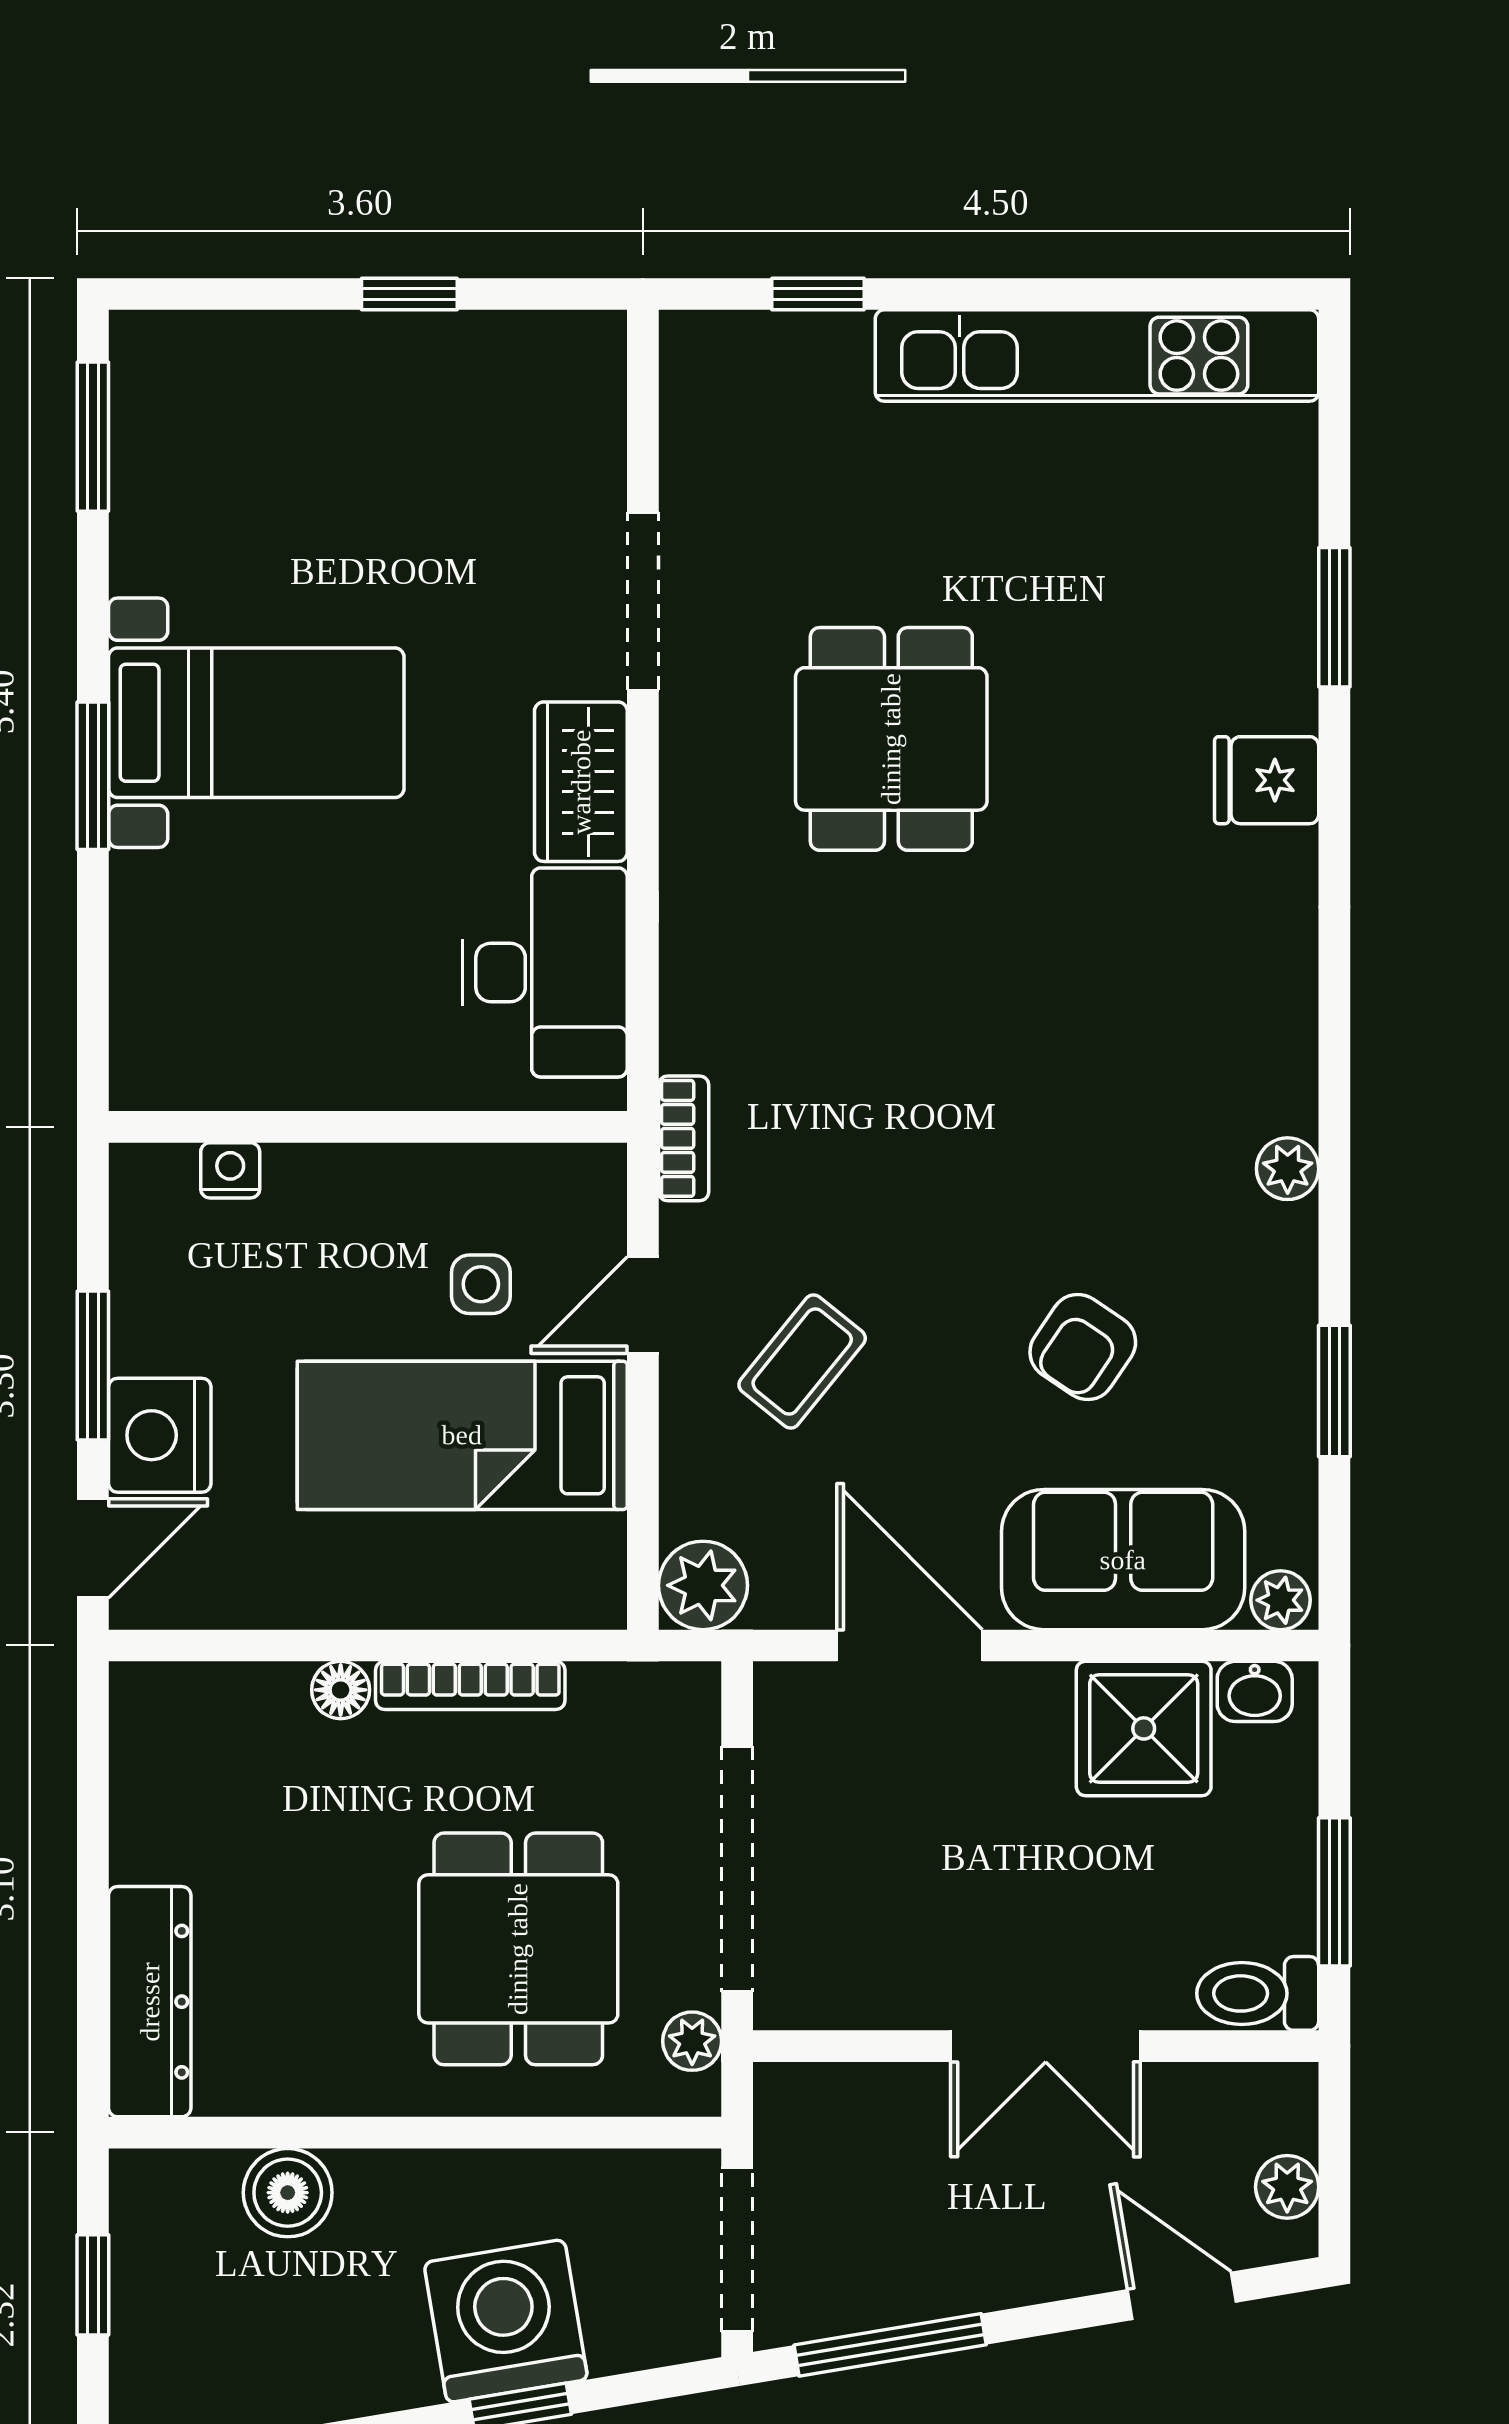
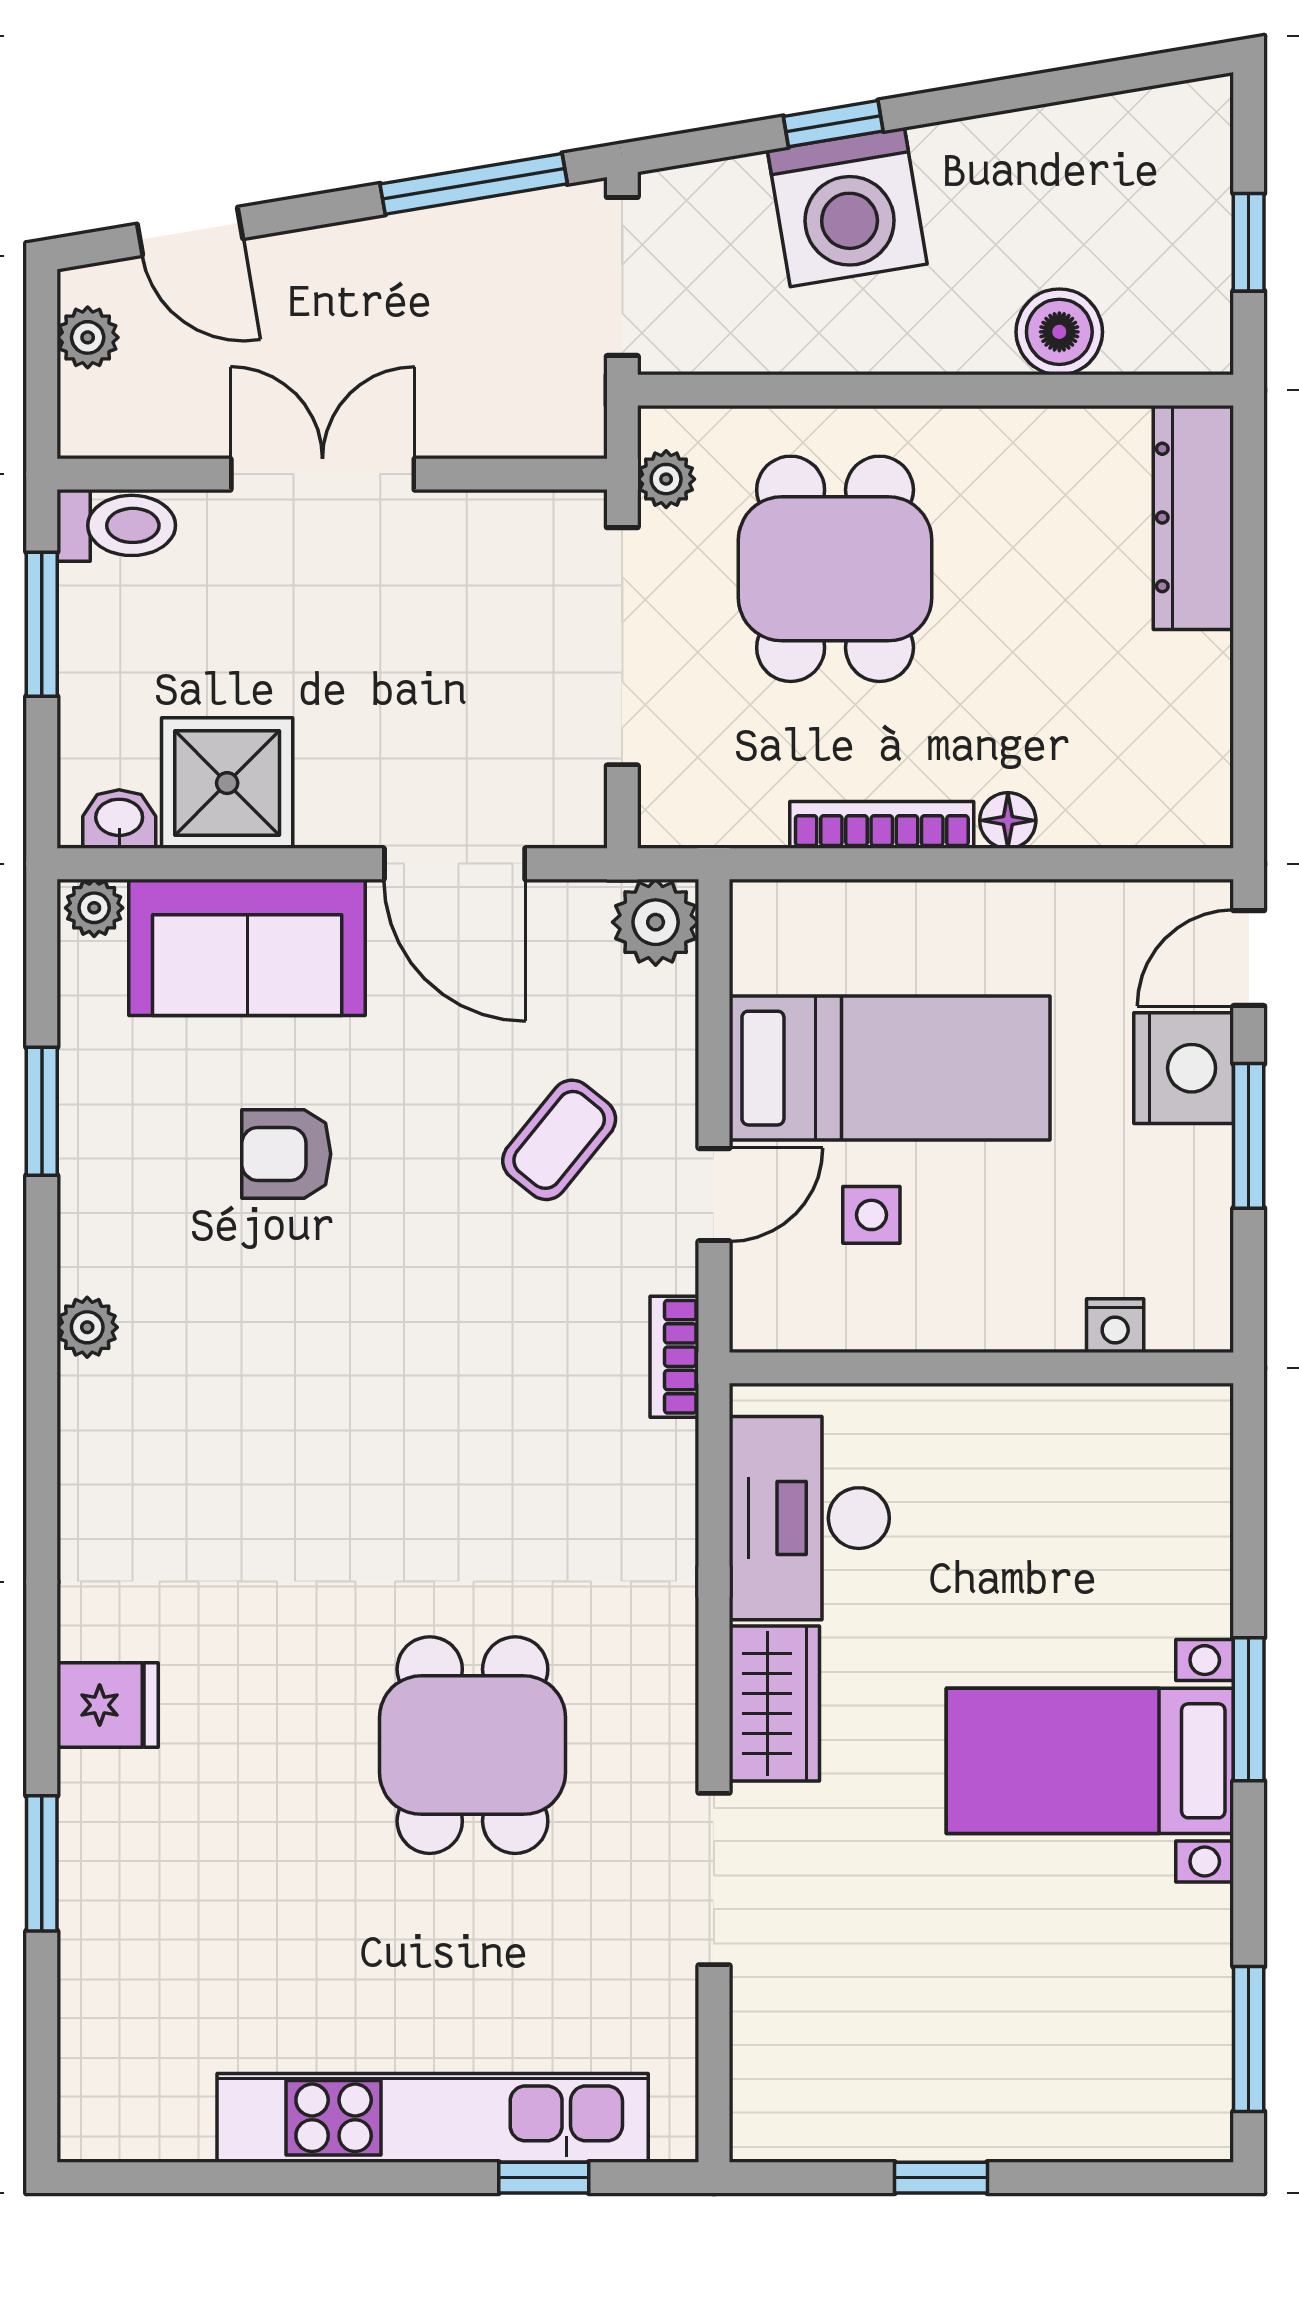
kitchen unit: (1097, 356) -> (433, 2118), moved
armchair: (1083, 1347) -> (286, 1154), turned -124

